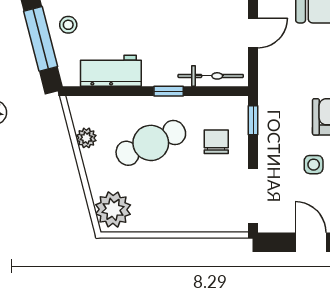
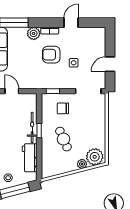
bicycle: (211, 76) -> (32, 127), moved
plant: (86, 138) -> (82, 164), moved
cafe table: (151, 143) -> (63, 139), width x0.73, depth x0.74

